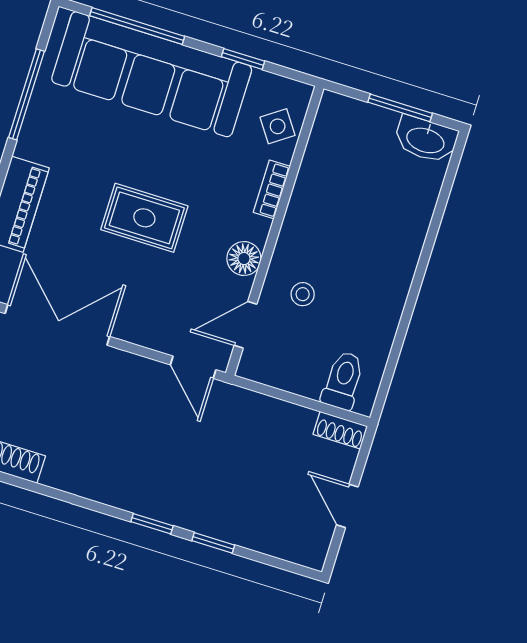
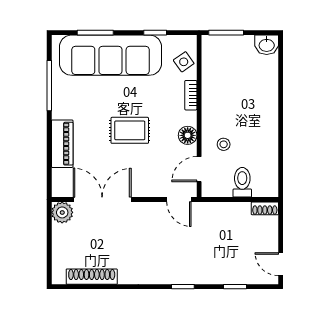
window: (137, 26) -> (95, 33), width x0.69
window: (400, 108) -> (226, 33), moved
washbasin: (426, 139) -> (267, 45), width x0.72
toilet: (343, 380) -> (242, 182), moved
door: (347, 506) -> (281, 264), moved
window: (213, 543) -> (235, 287), moved

